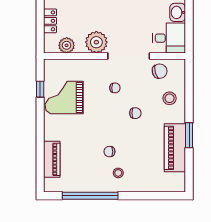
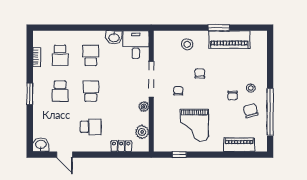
plant: (96, 42) -> (144, 107), width x0.53, depth x0.53
chair: (160, 71) -> (251, 111), moved
grand piano: (64, 98) -> (194, 125), moved

